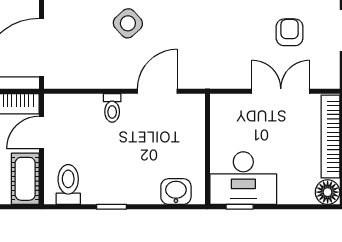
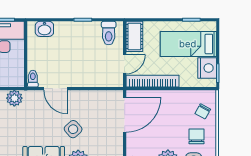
plant: (226, 75) -> (14, 98), added
door: (157, 91) -> (56, 89), hinge flipped
toilet: (112, 108) -> (33, 79), moved

